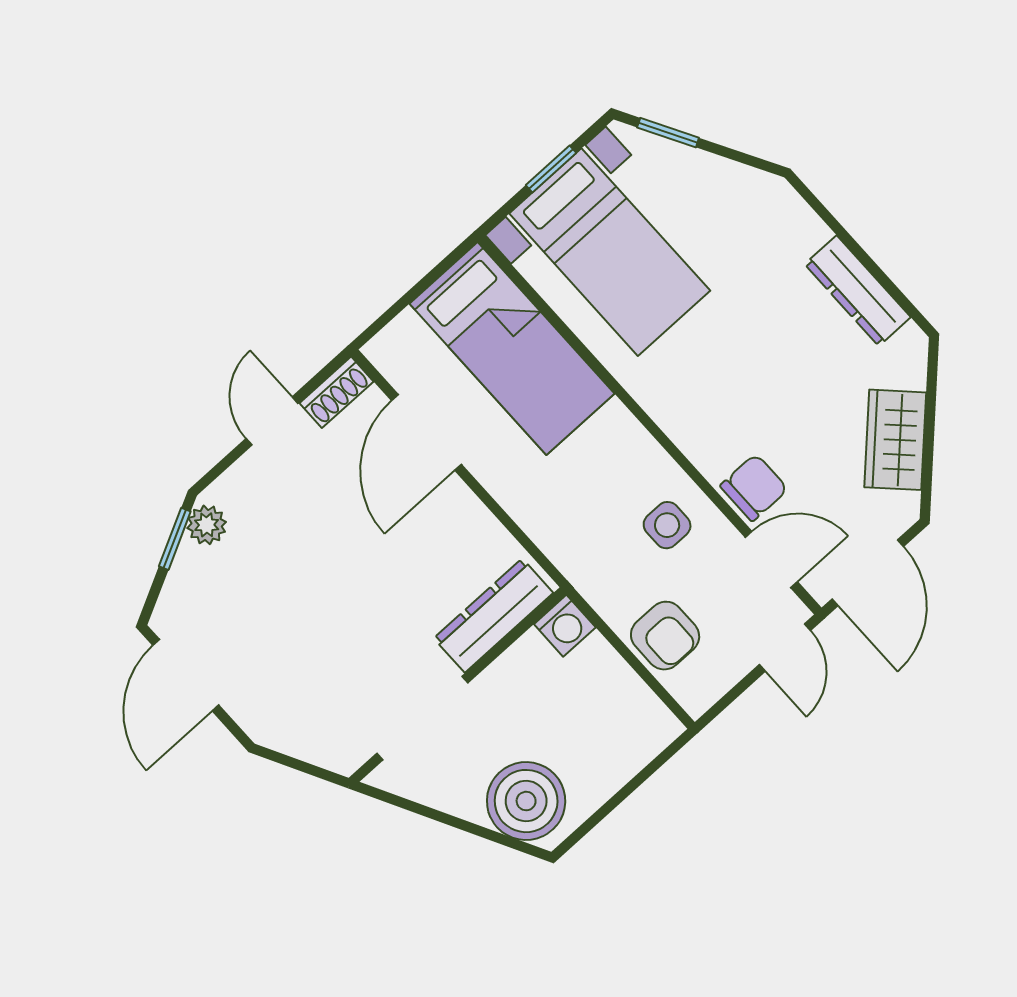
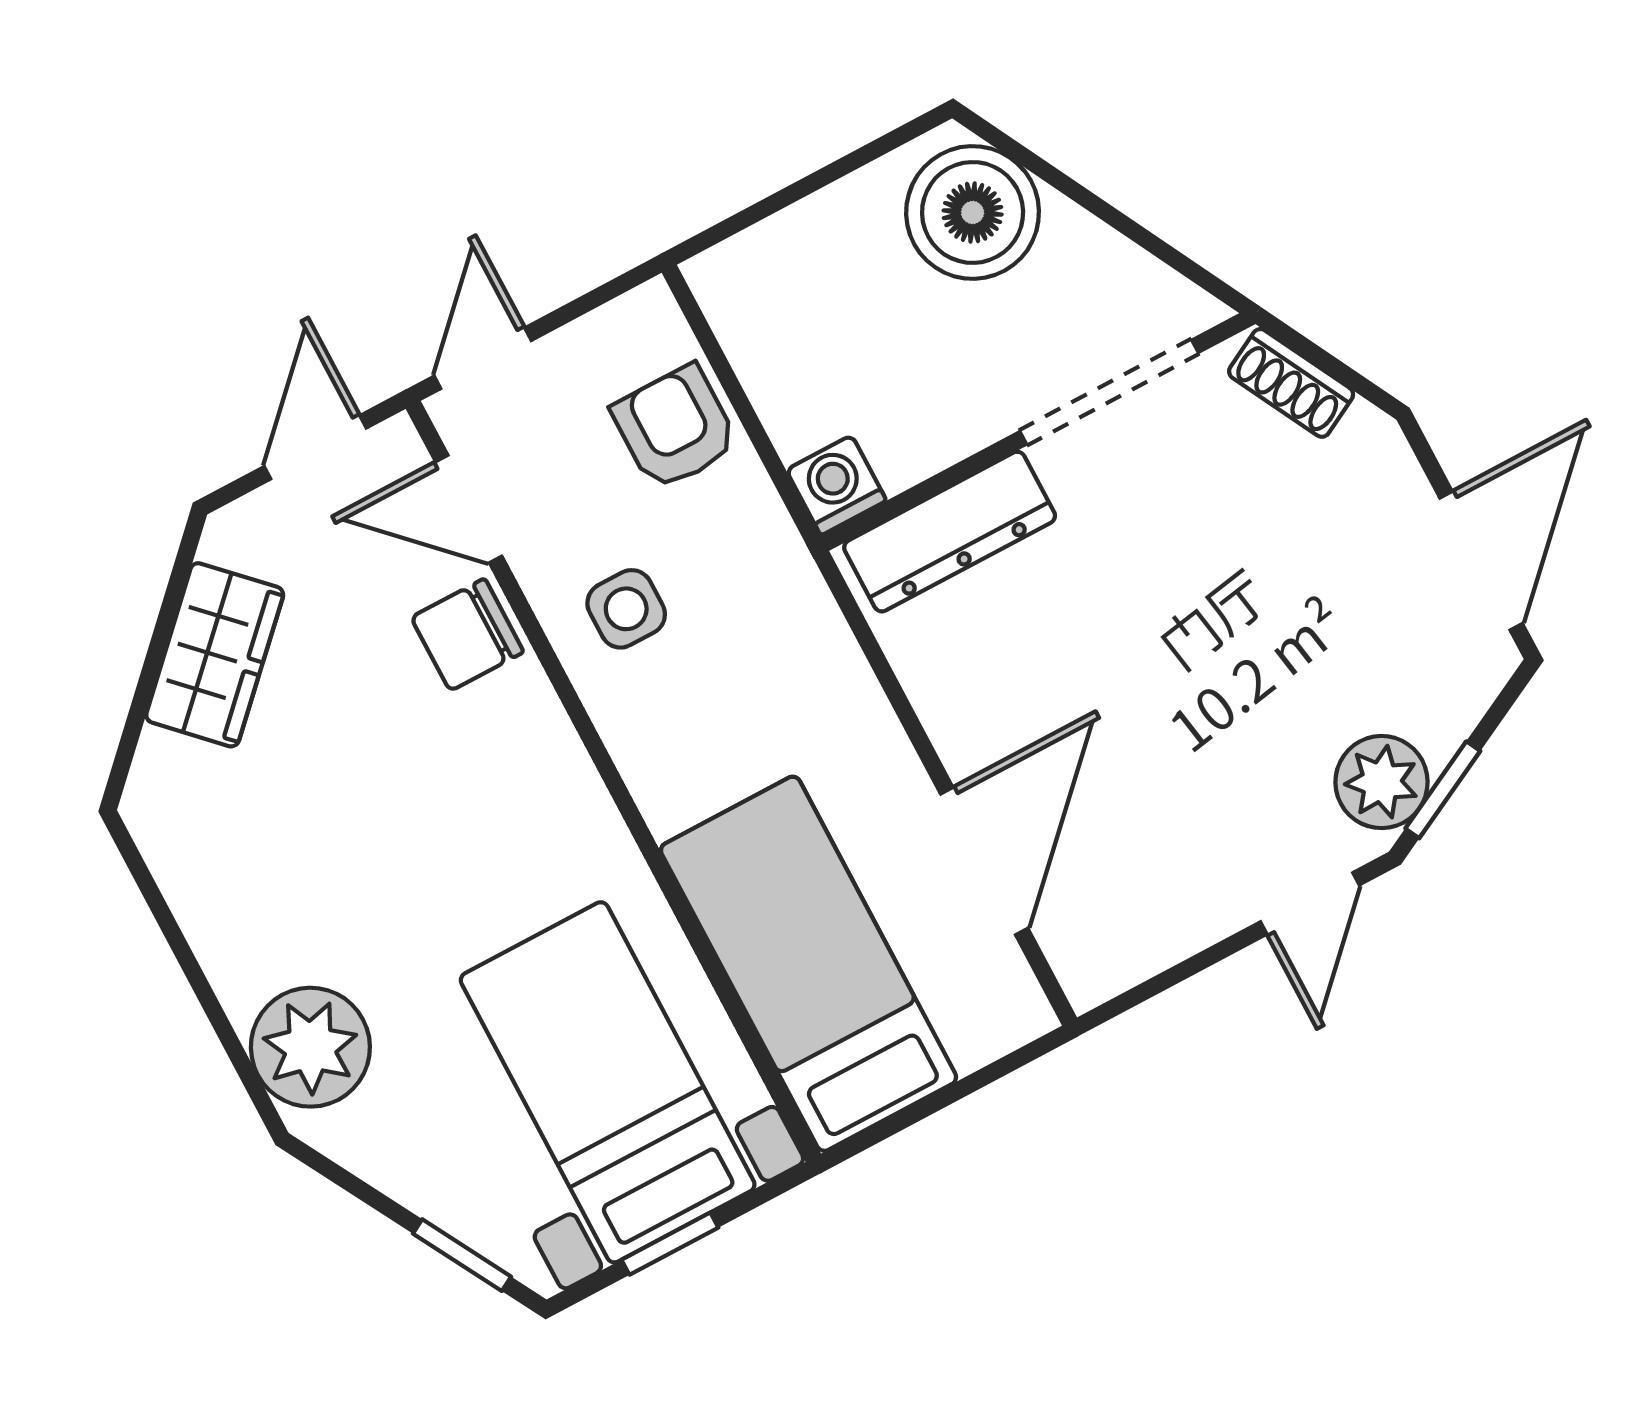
plant: (784, 230) -> (310, 1047), added
dresser: (858, 291) -> (215, 916), removed
shoe rack: (336, 392) -> (1291, 383), moved, turned -118
door: (272, 421) -> (1310, 903), moved
plant: (207, 525) -> (1382, 782), width x1.38, depth x1.38
door: (868, 573) -> (315, 447), width x0.73

